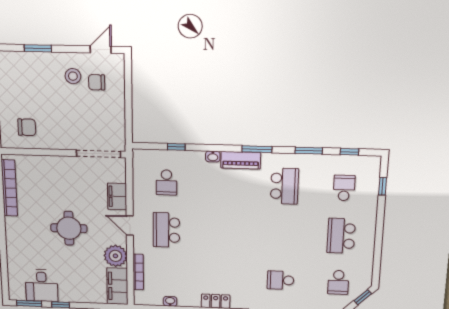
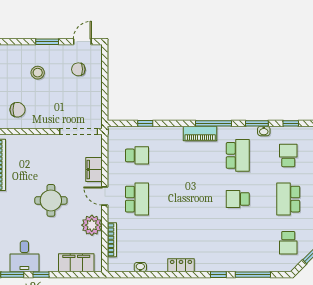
window: (38, 48) -> (47, 42), moved
stool: (73, 76) -> (38, 73), moved
window: (257, 149) -> (214, 123), width x1.44
washbasin: (213, 157) -> (264, 131), moved
school desk: (166, 182) -> (137, 155), turned -90
school desk: (166, 230) -> (137, 199), turned 180
school desk: (281, 280) -> (238, 199), moved
filing cabinet: (117, 286) -> (76, 263), moved, turned 90

